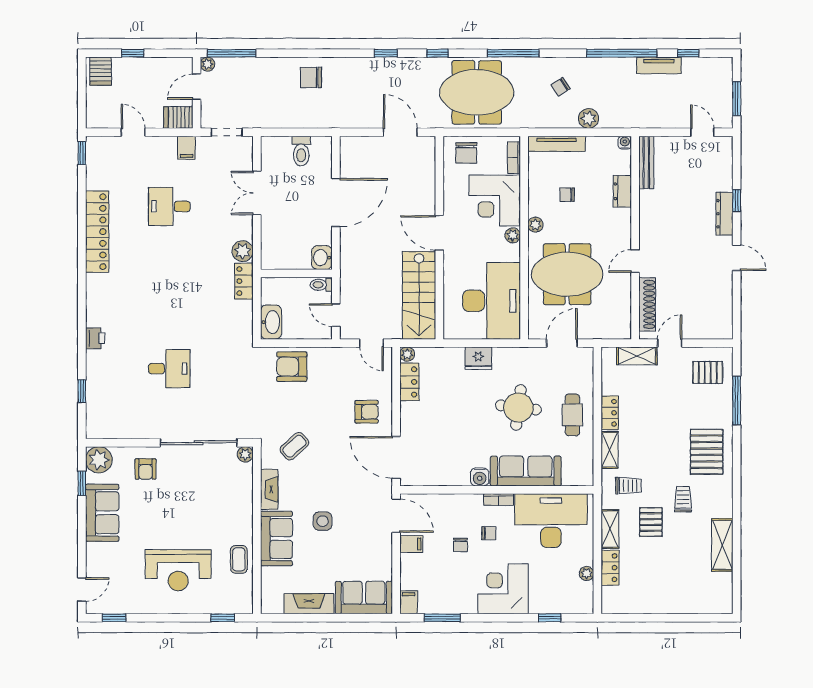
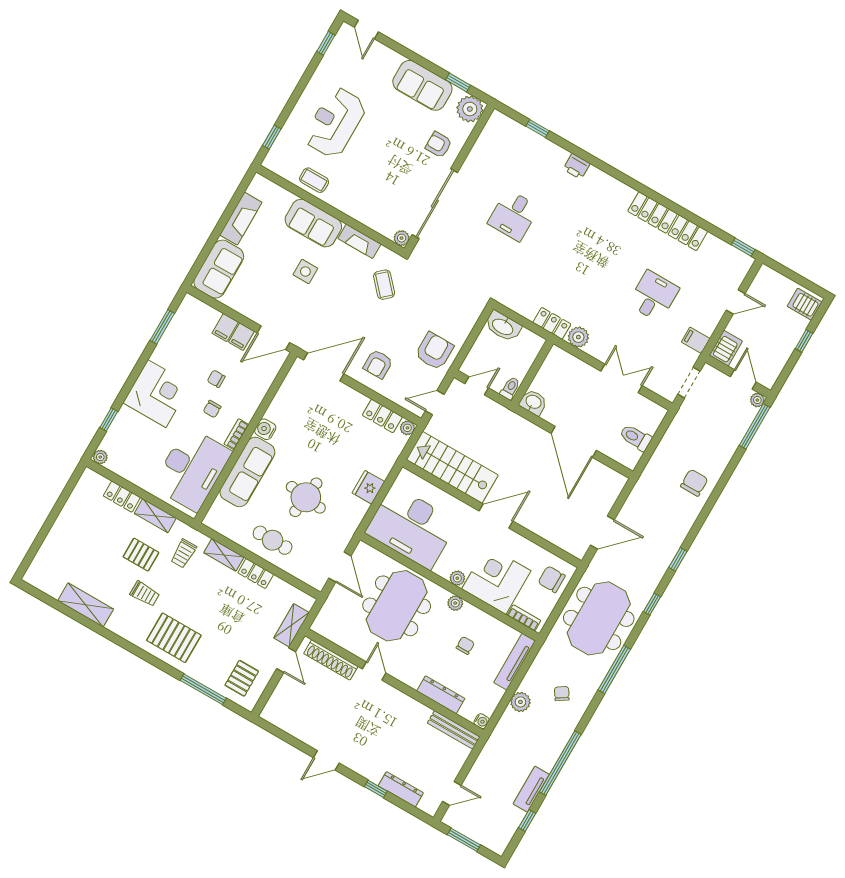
dresser: (622, 191) -> (441, 695), width x1.44
dresser: (724, 214) -> (401, 789), moved
armchair: (292, 367) -> (434, 351), moved
plant: (587, 573) -> (100, 457), moved
filing cabinet: (409, 602) -> (225, 328), moved, turned 90

